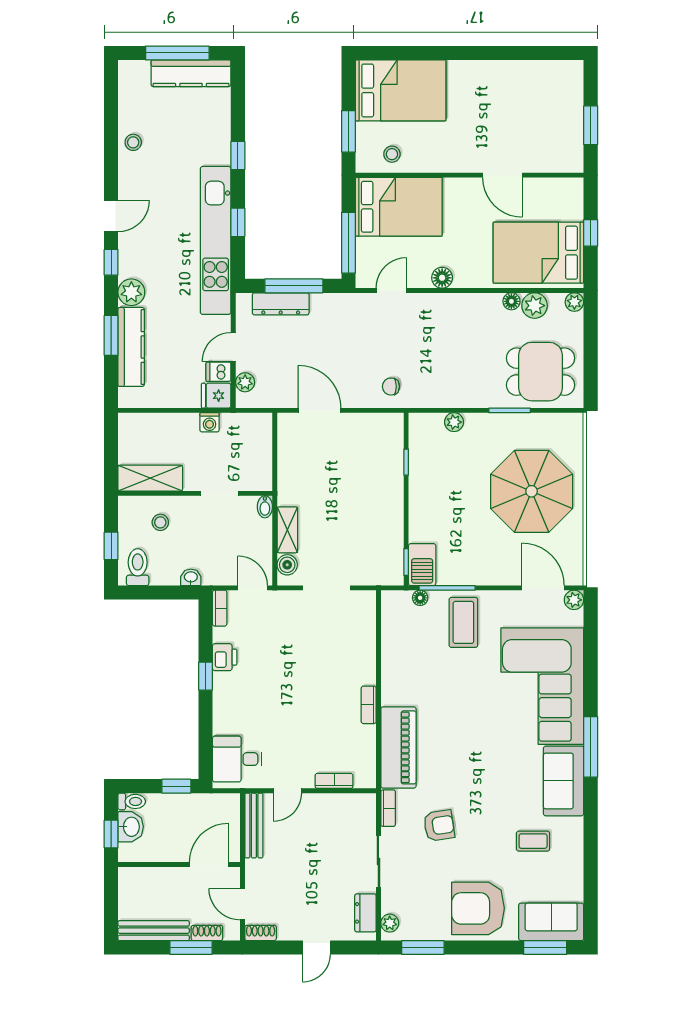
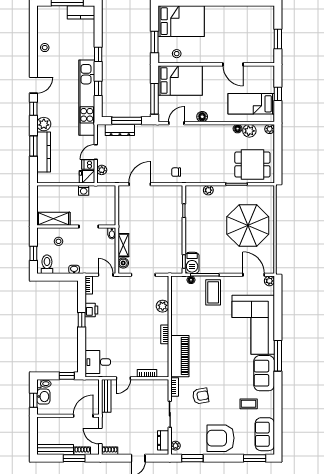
kitchen counter: (191, 73) -> (81, 12), width x0.67
bed: (538, 253) -> (251, 104), width x0.67
door: (320, 410) -> (140, 184), hinge flipped
plant: (364, 649) -> (163, 306), added
sofa: (551, 922) -> (265, 434), moved, turned -90

